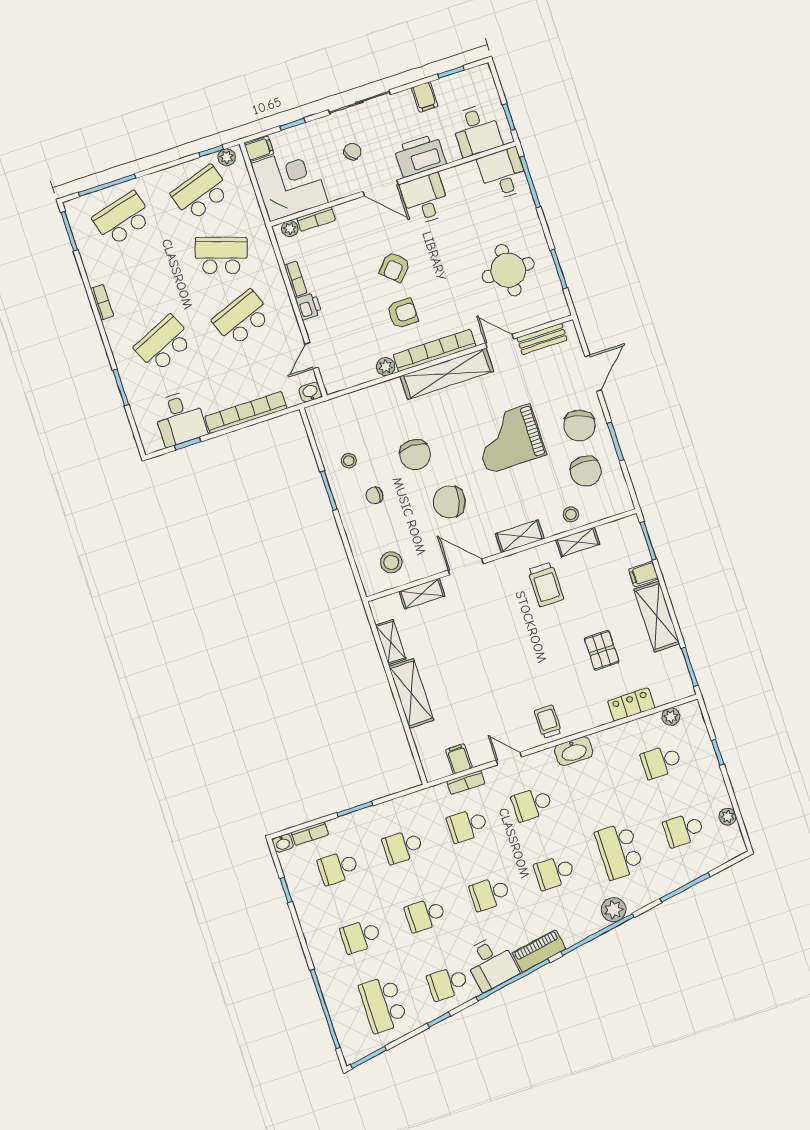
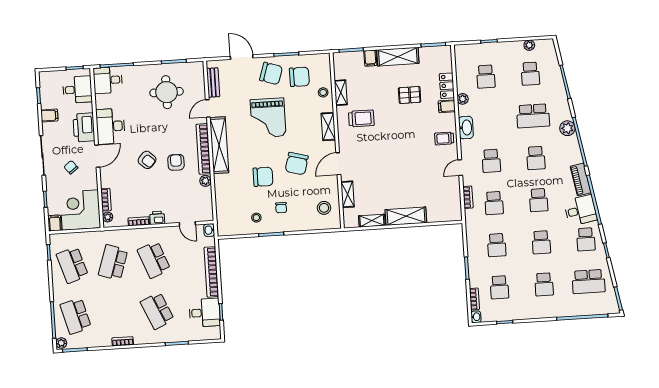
plant: (227, 157) -> (61, 343), moved
desk: (425, 199) -> (110, 126), width x1.37
plant: (671, 717) -> (463, 99), moved
filing cabinet: (459, 759) -> (447, 106), moved

